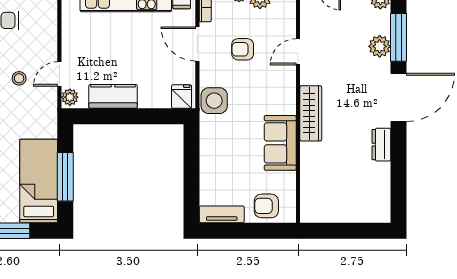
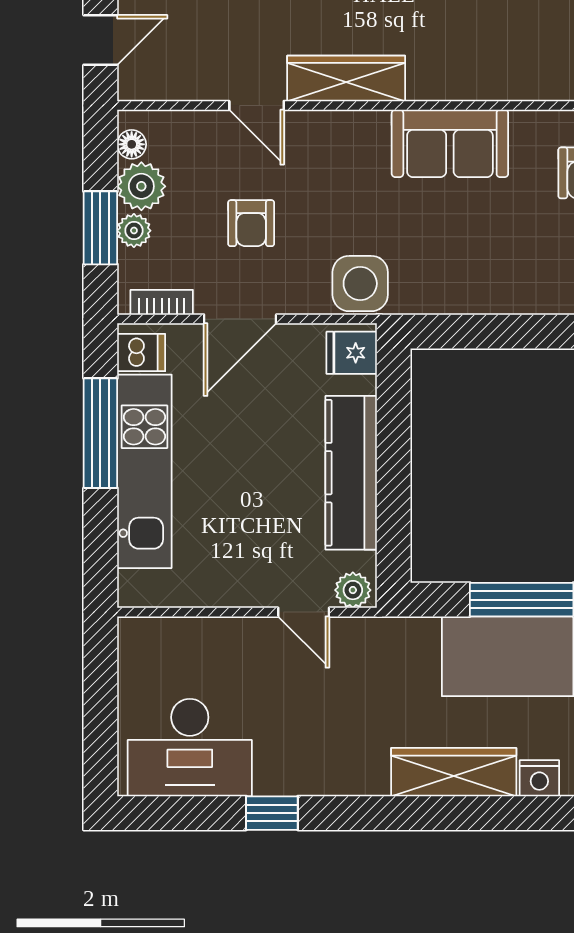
stool: (19, 78) -> (313, 698), removed
kitchen counter: (113, 96) -> (351, 473), width x1.50
wardrobe: (311, 113) -> (346, 78), moved

